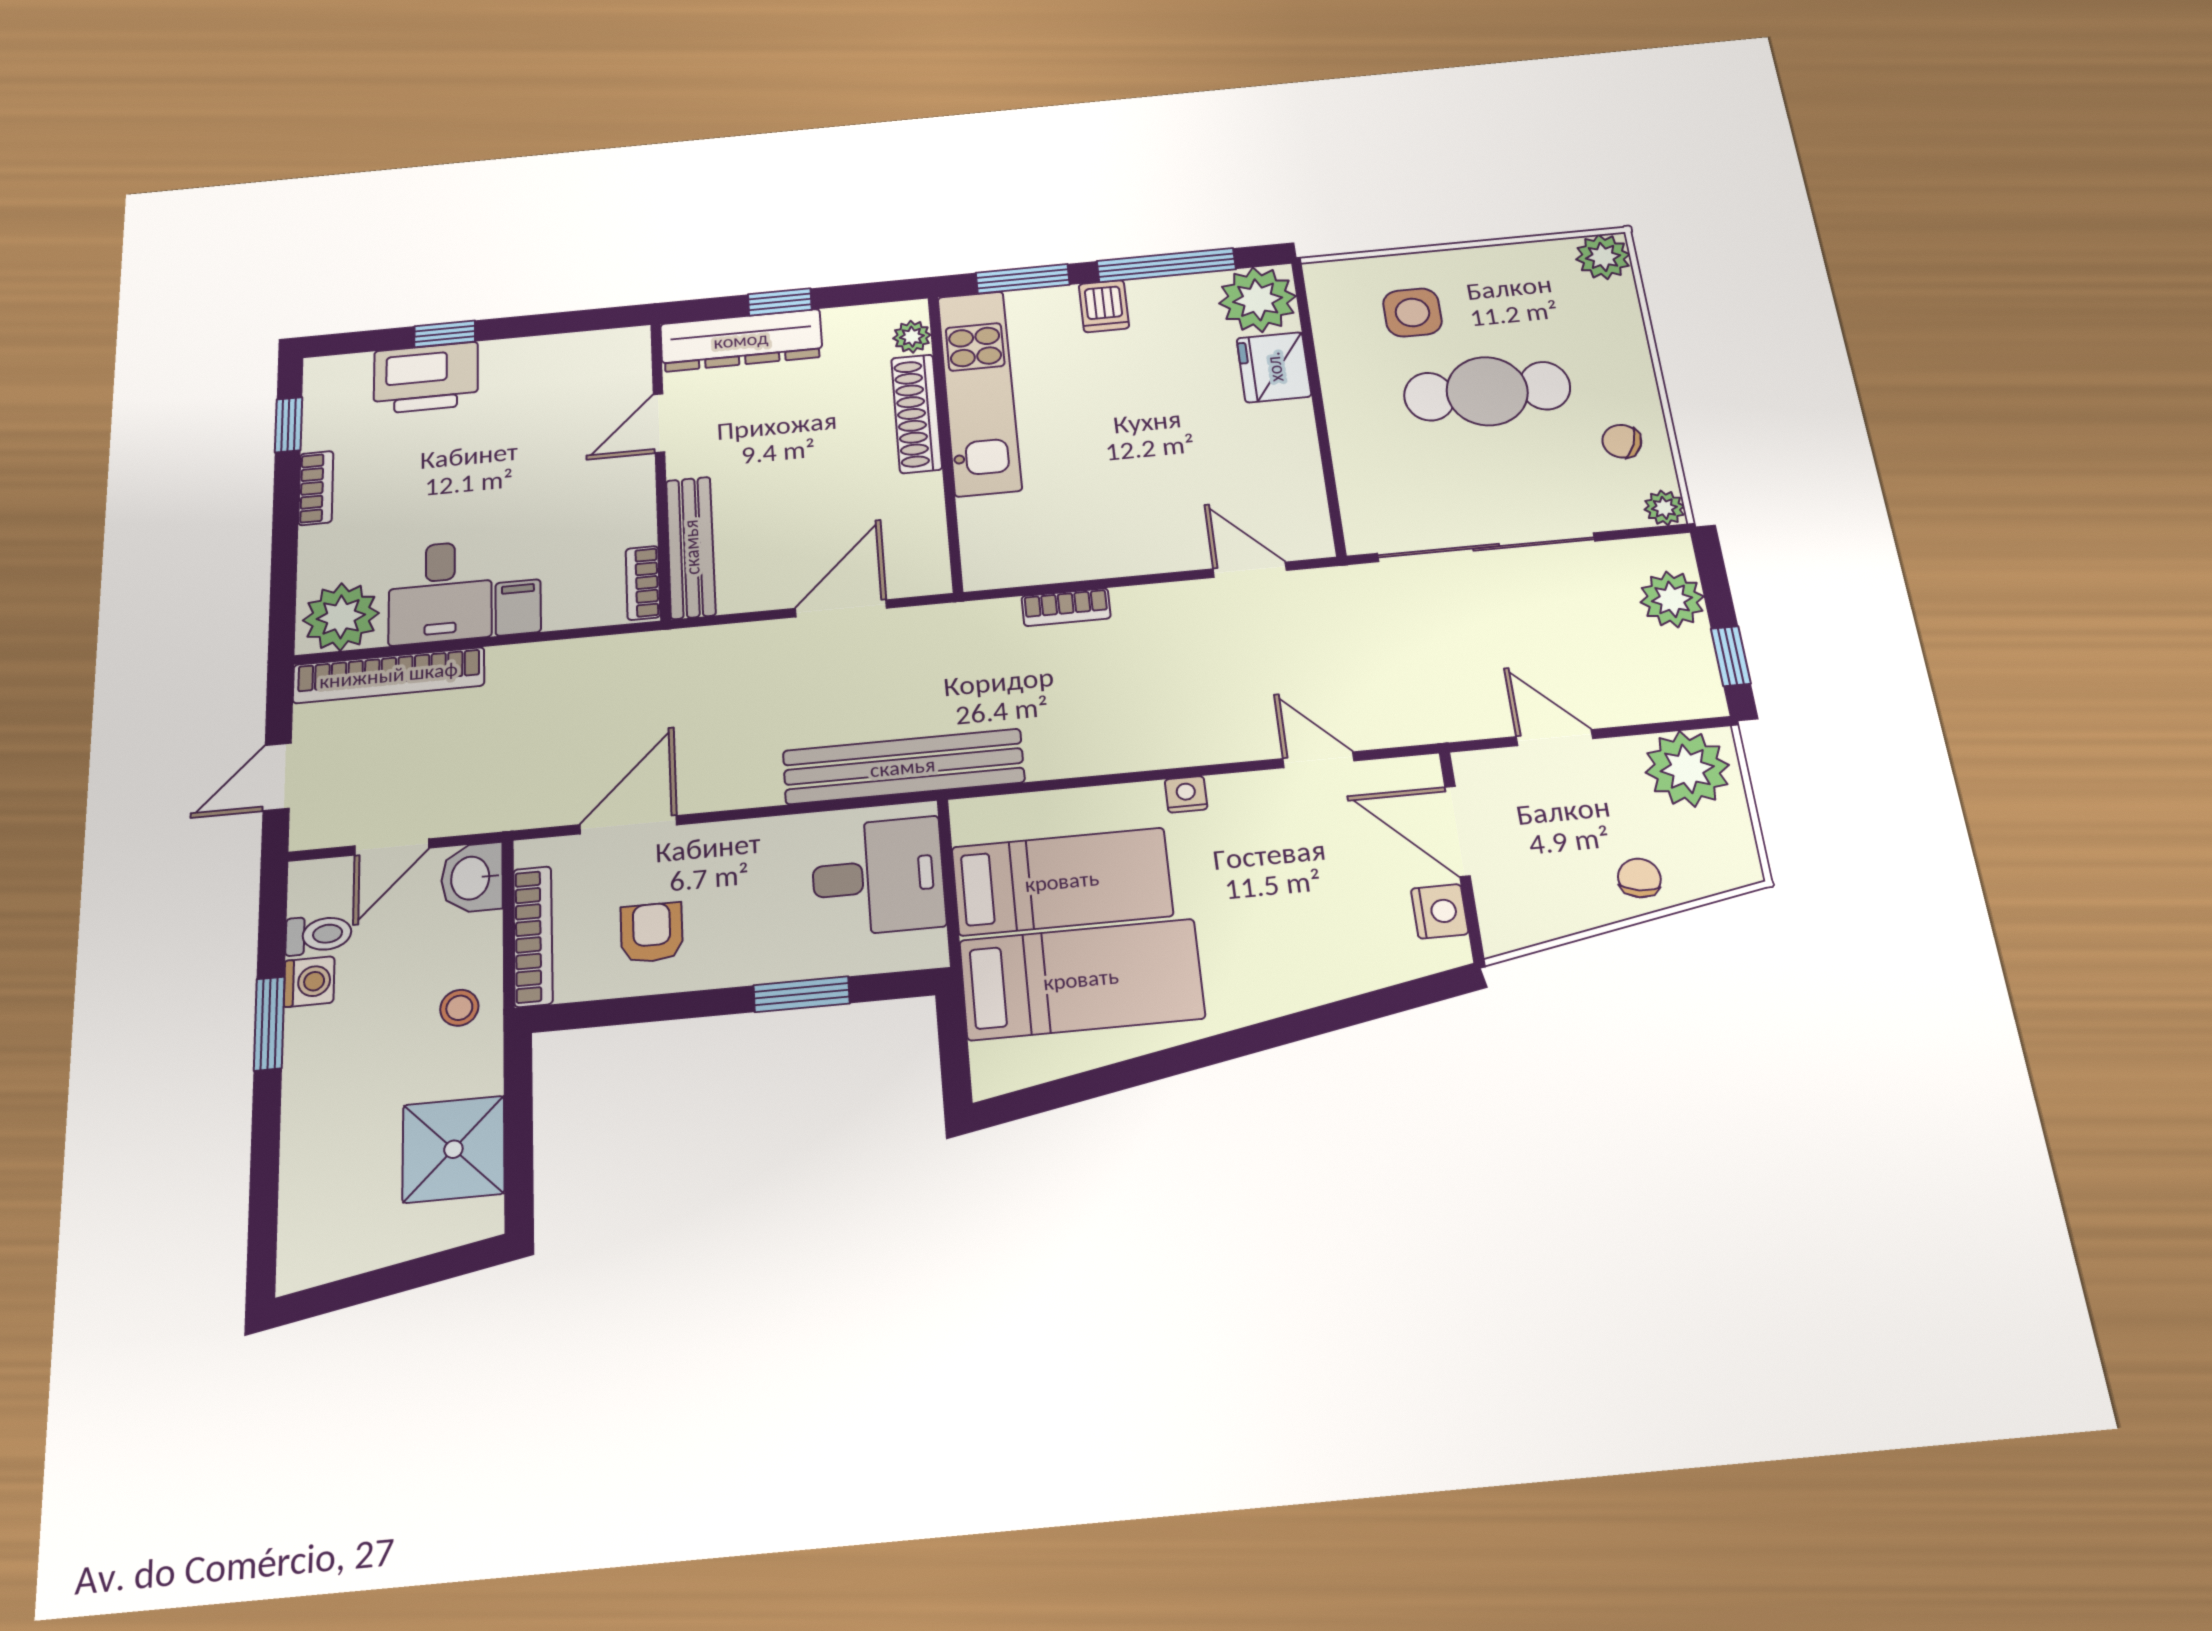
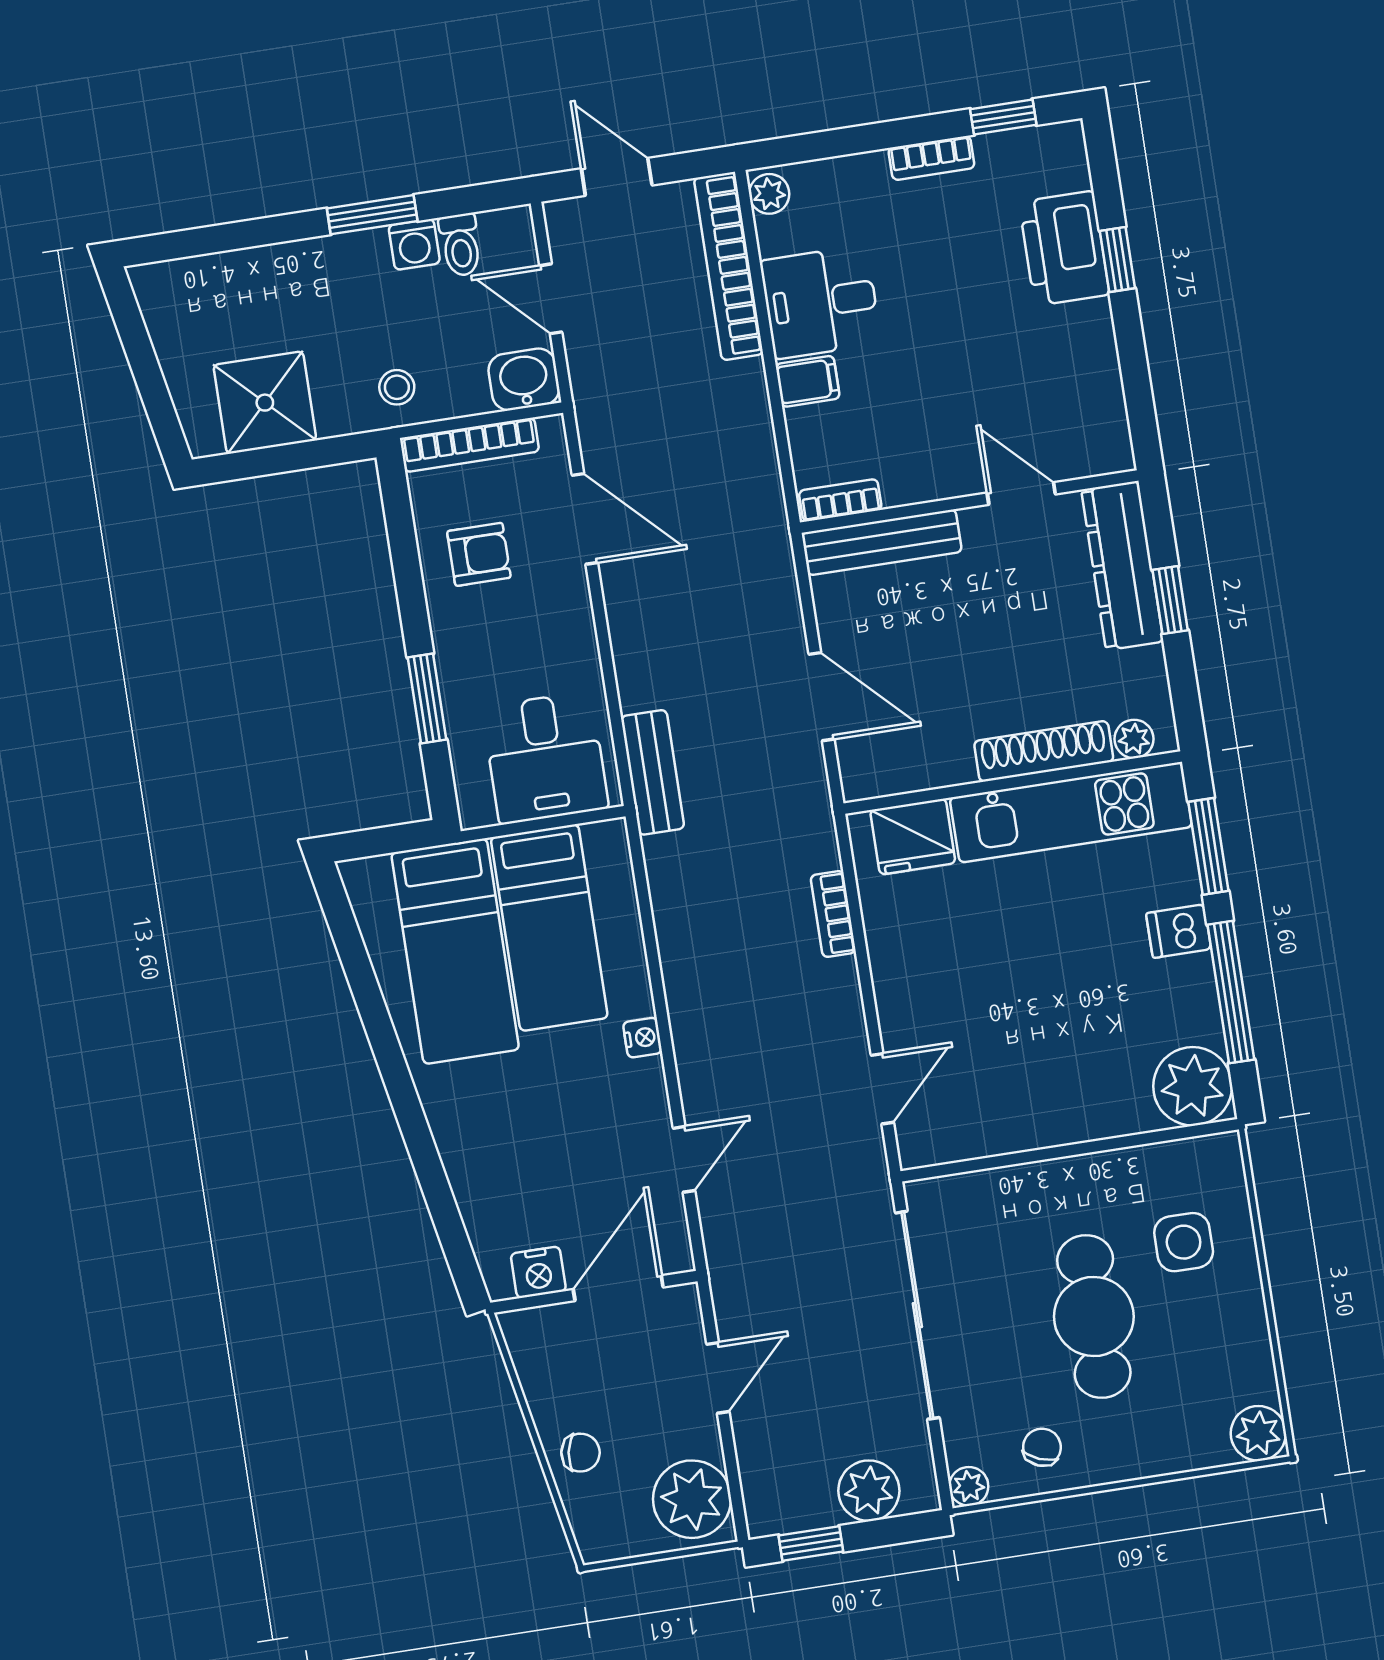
fridge: (1274, 367) -> (913, 837), moved, turned 180
plant: (341, 617) -> (769, 194), width x0.53, depth x0.53
bench: (903, 767) -> (653, 772), width x0.54, depth x0.82

